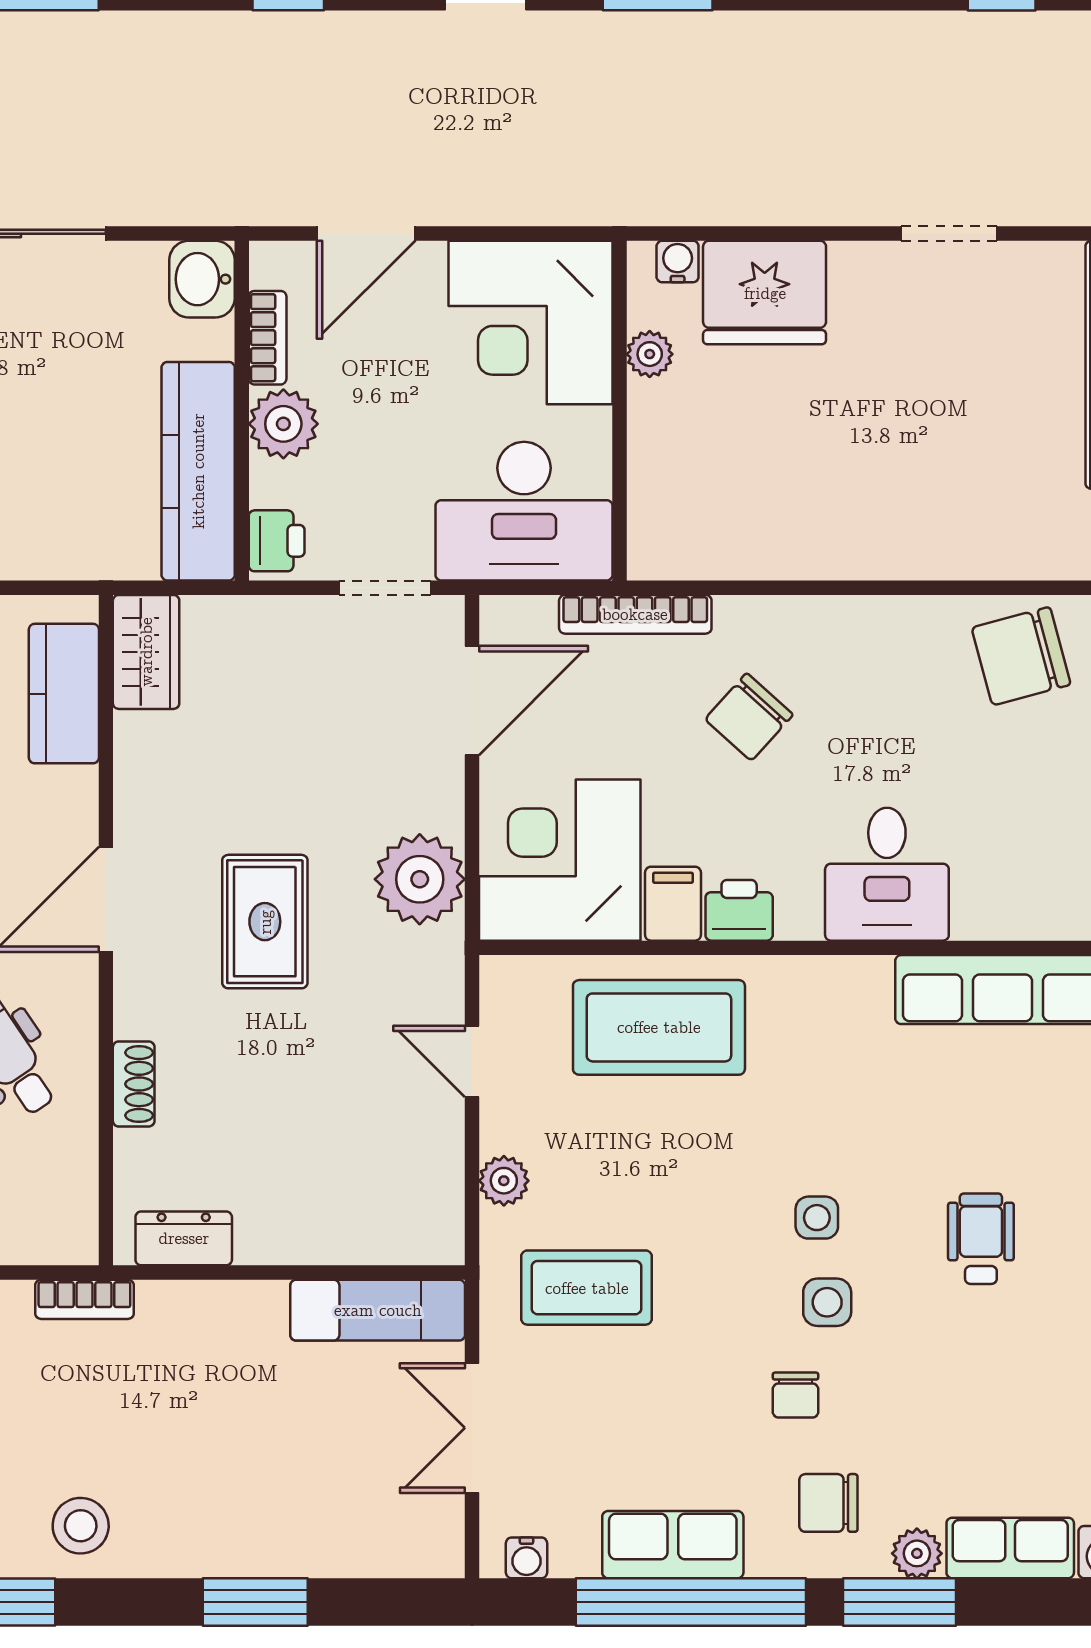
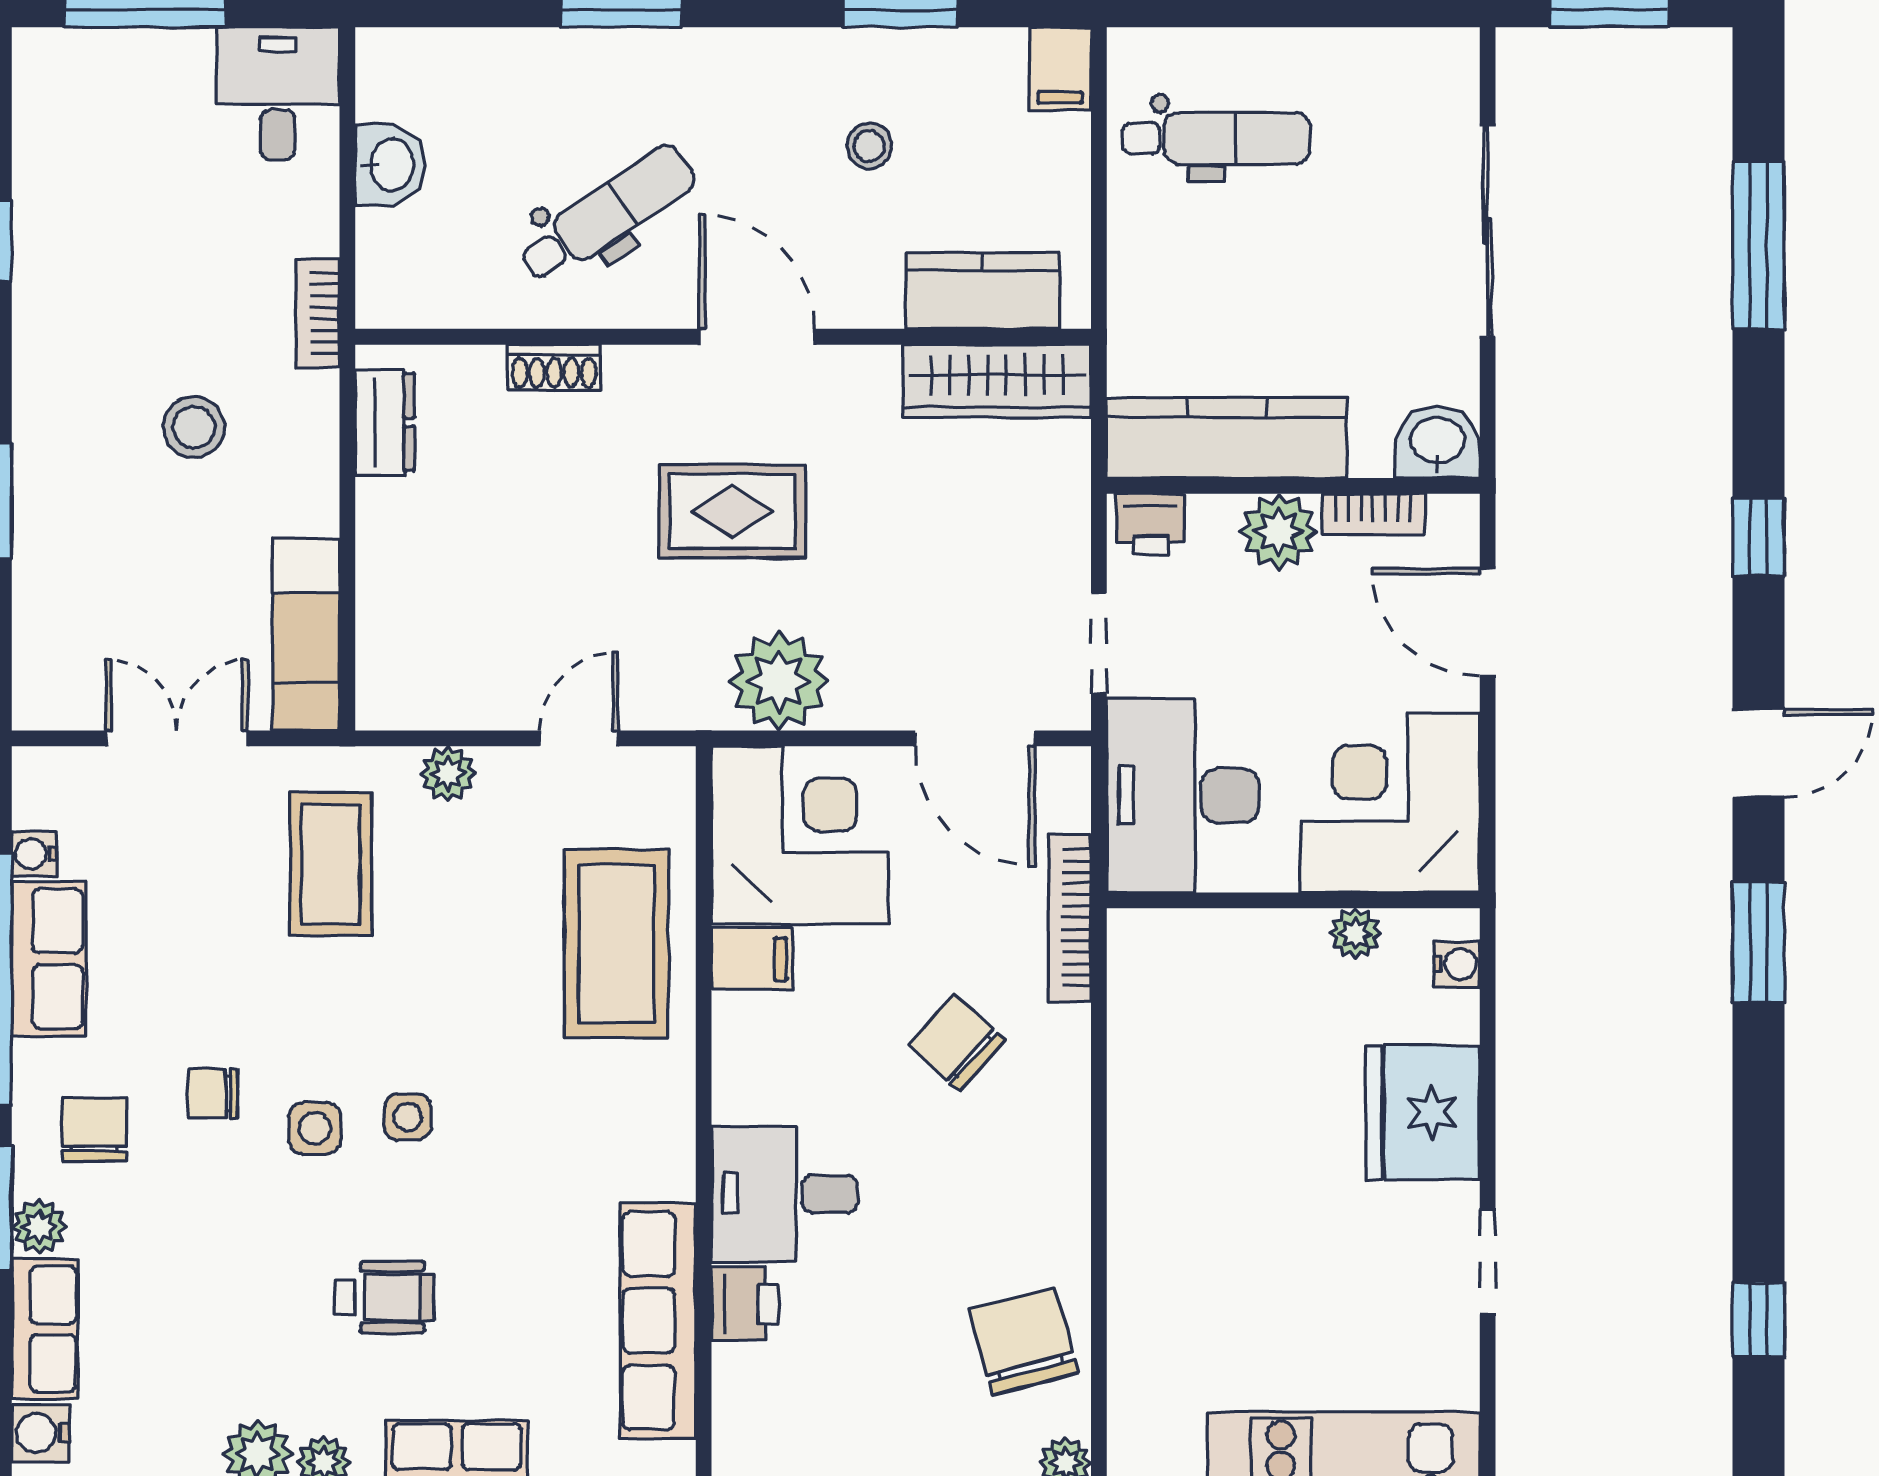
fridge: (765, 293) -> (1423, 1113), moved
wardrobe: (146, 652) -> (997, 381), width x1.50
printer: (739, 910) -> (745, 1304), moved
stool: (81, 1526) -> (194, 427), moved
water cooler: (527, 1558) -> (34, 854), moved

